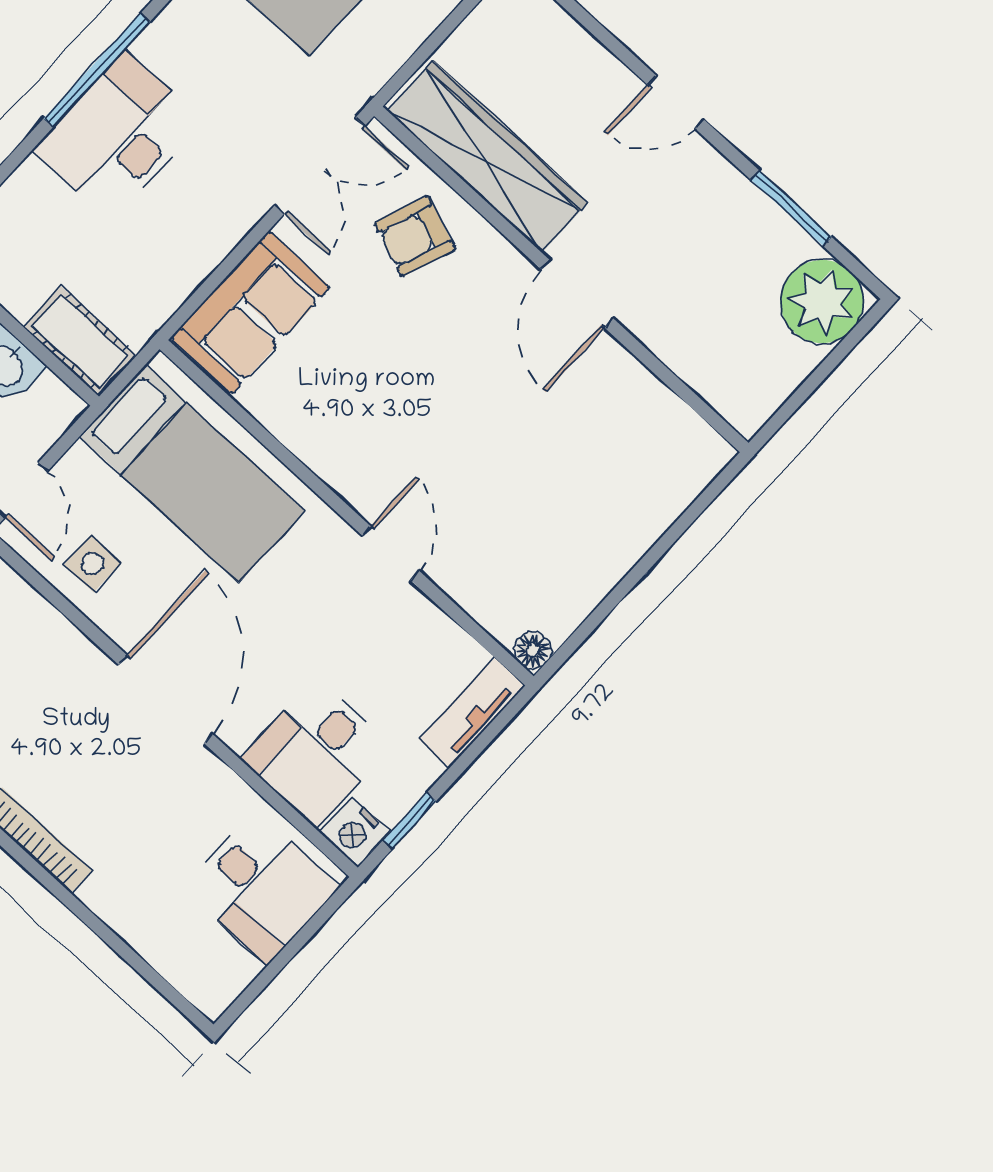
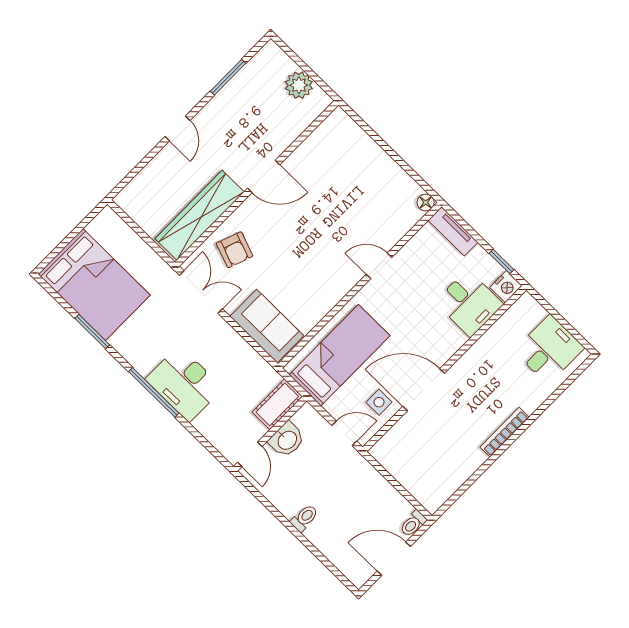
plant: (822, 302) -> (299, 85), moved, width x0.73, depth x0.73
door: (166, 699) -> (424, 390), moved
desk: (261, 887) -> (549, 349), moved

